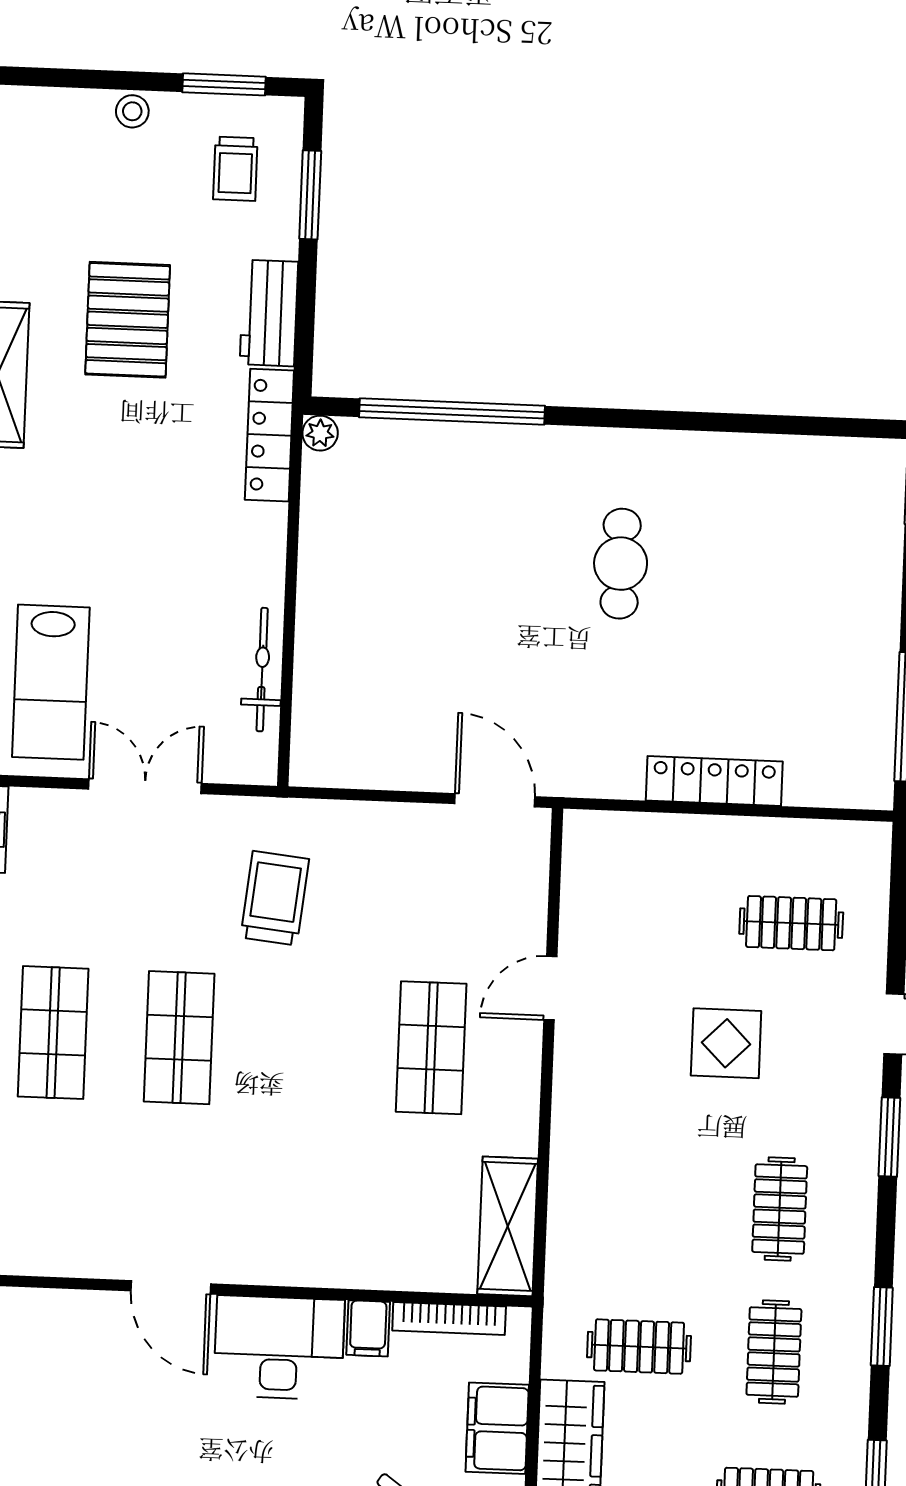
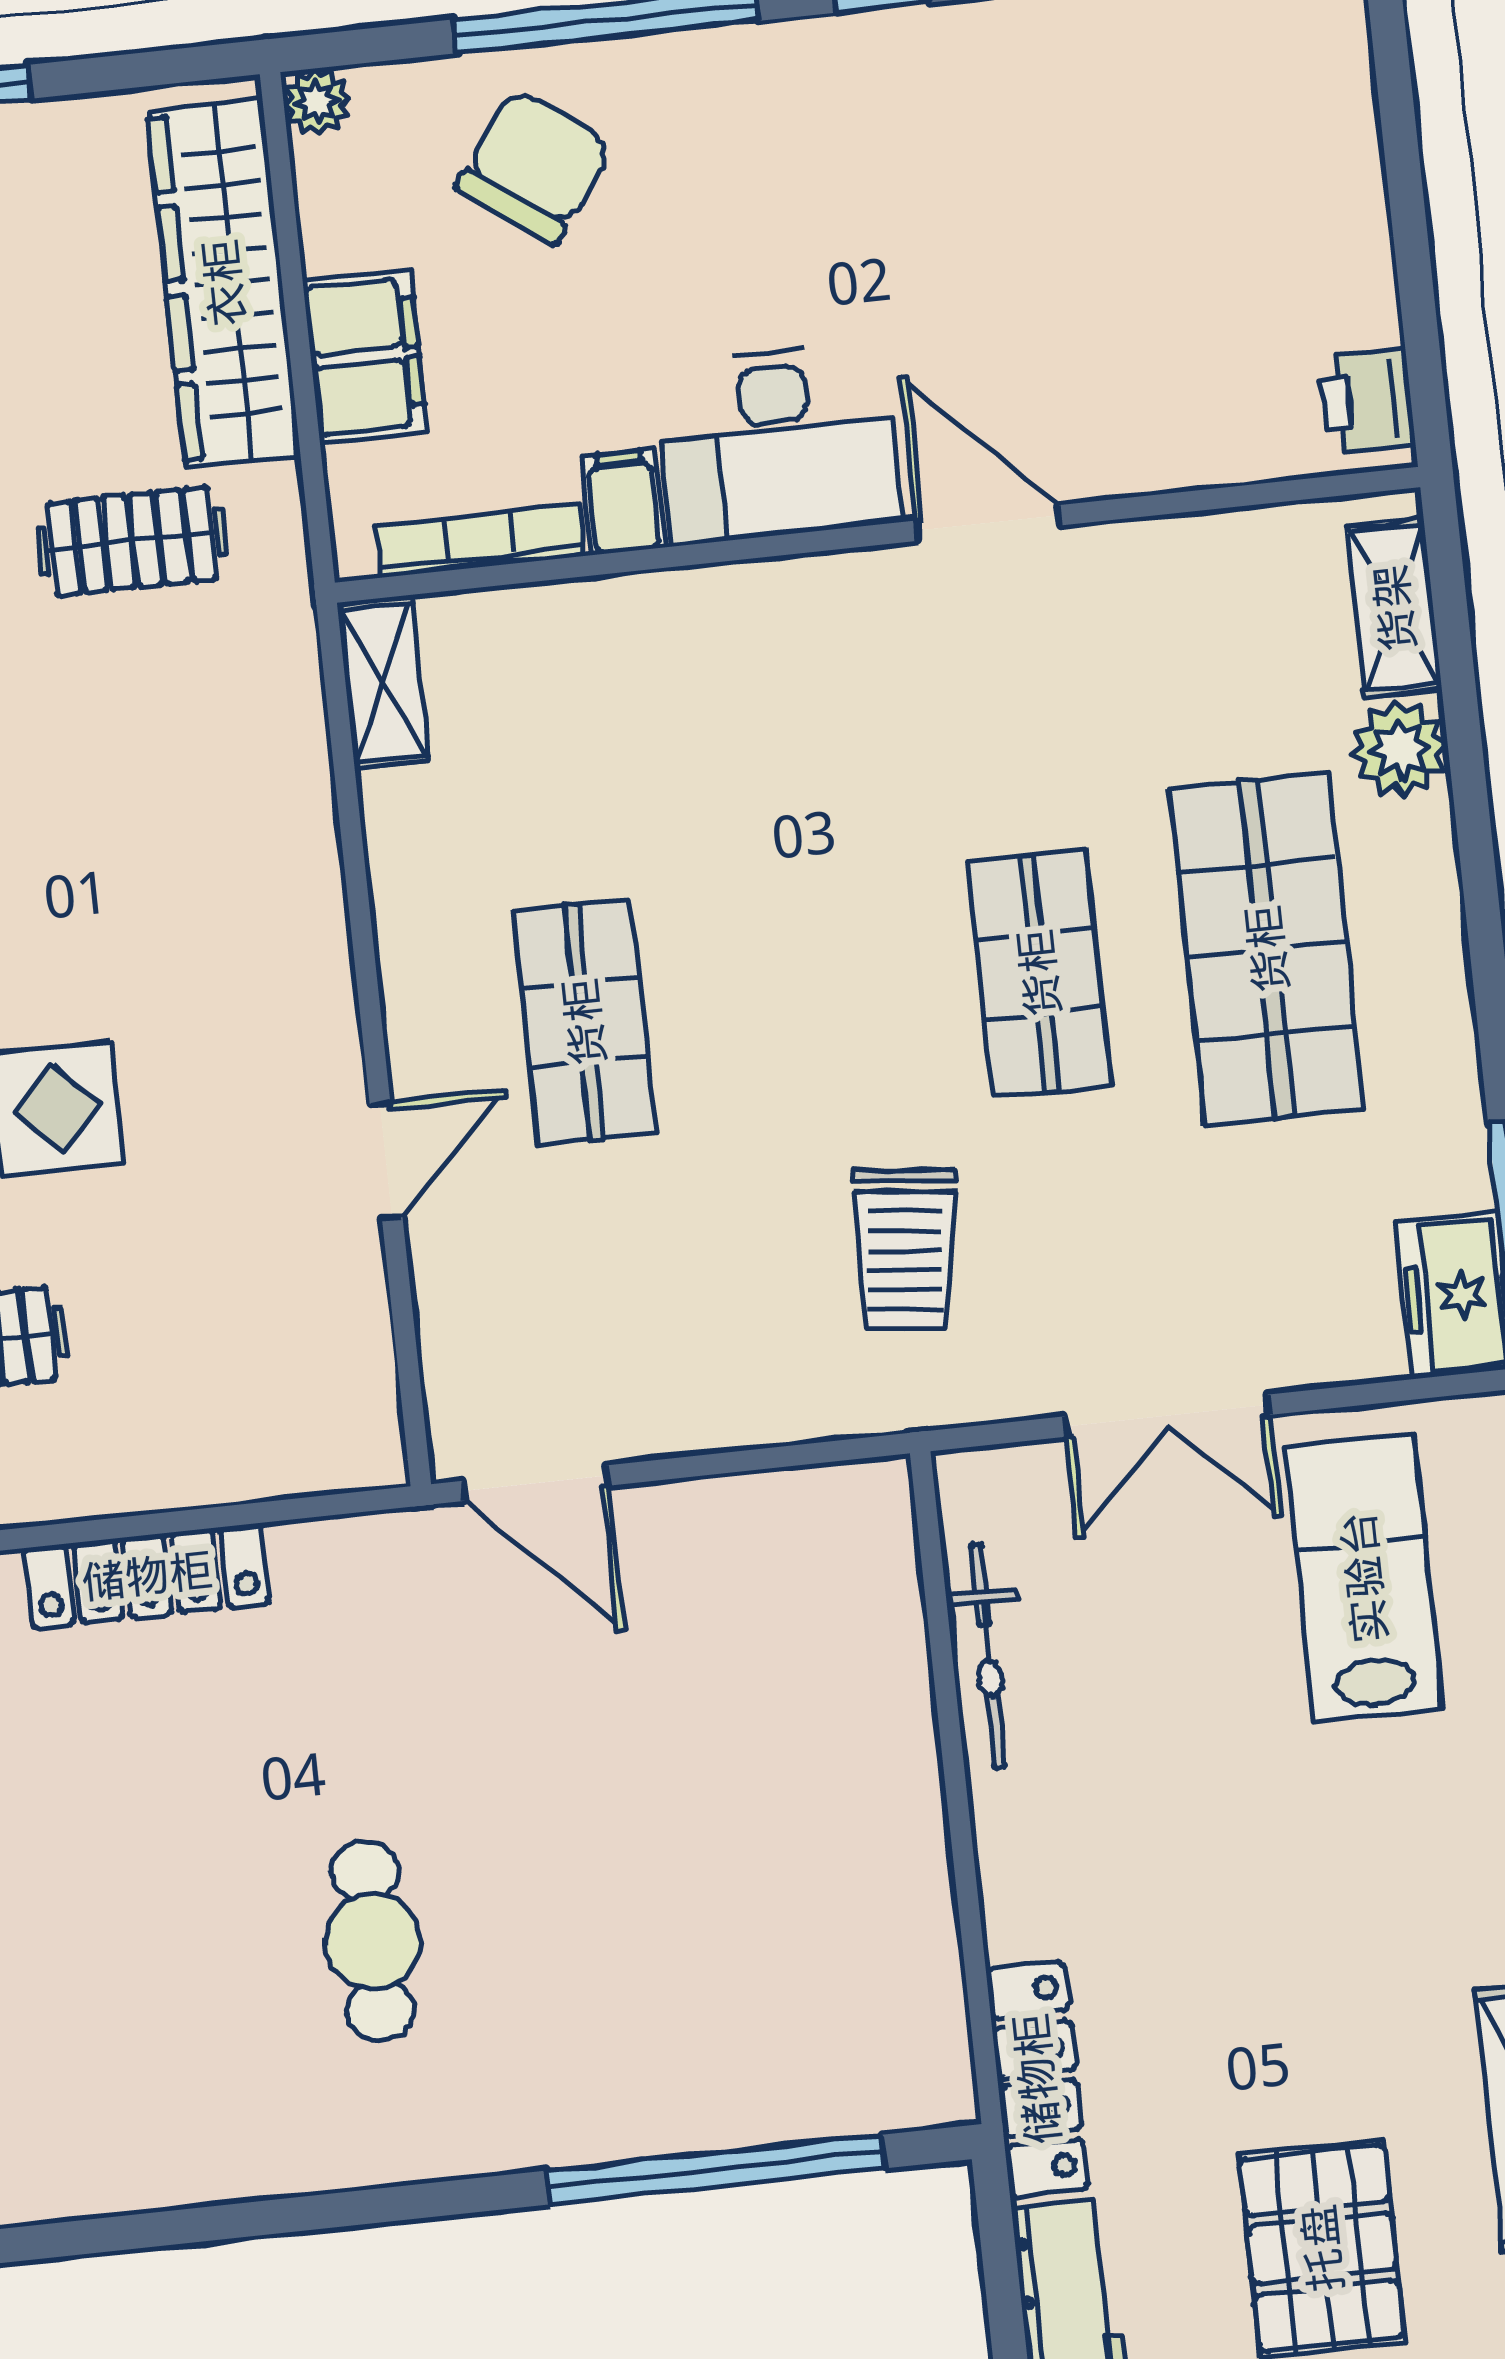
plant: (320, 433) -> (947, 2096), removed
shop shelf: (53, 1033) -> (1267, 949), width x1.43, depth x1.36
shelving: (508, 1226) -> (383, 682), width x0.67, depth x0.75

